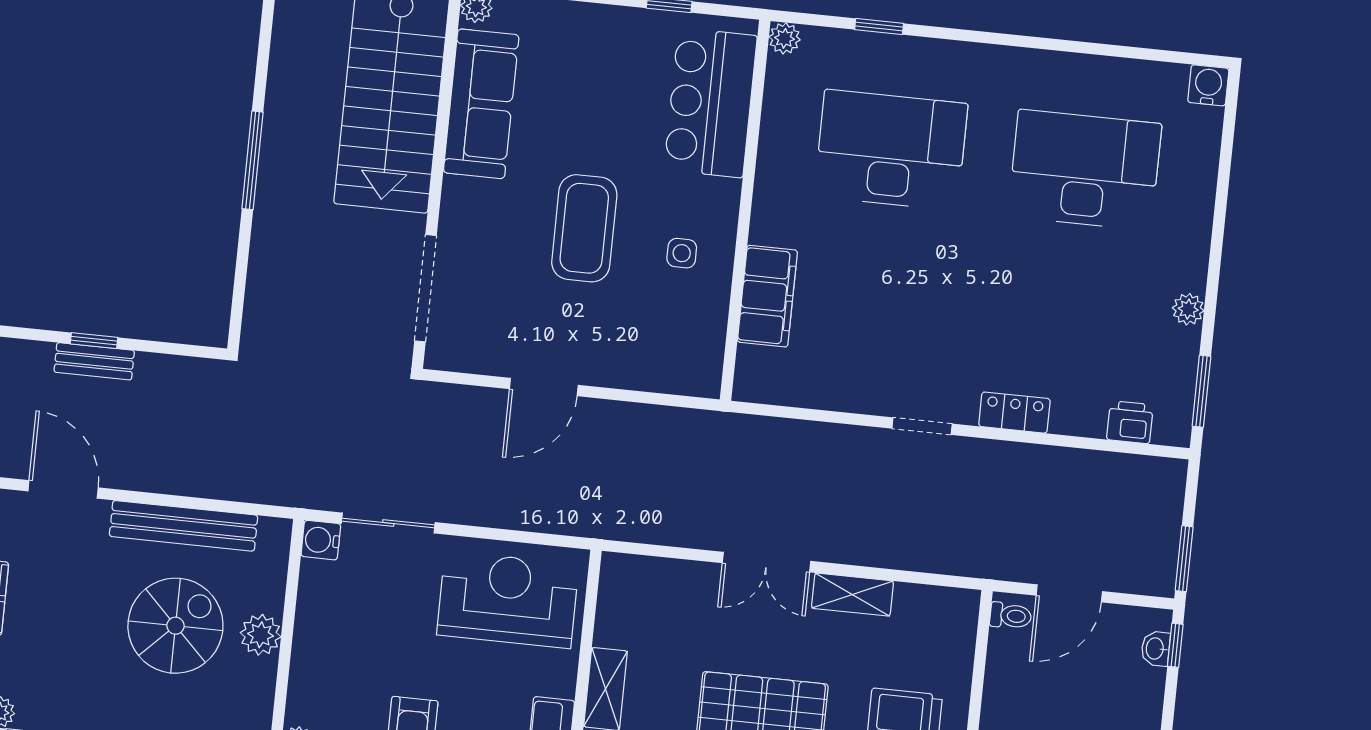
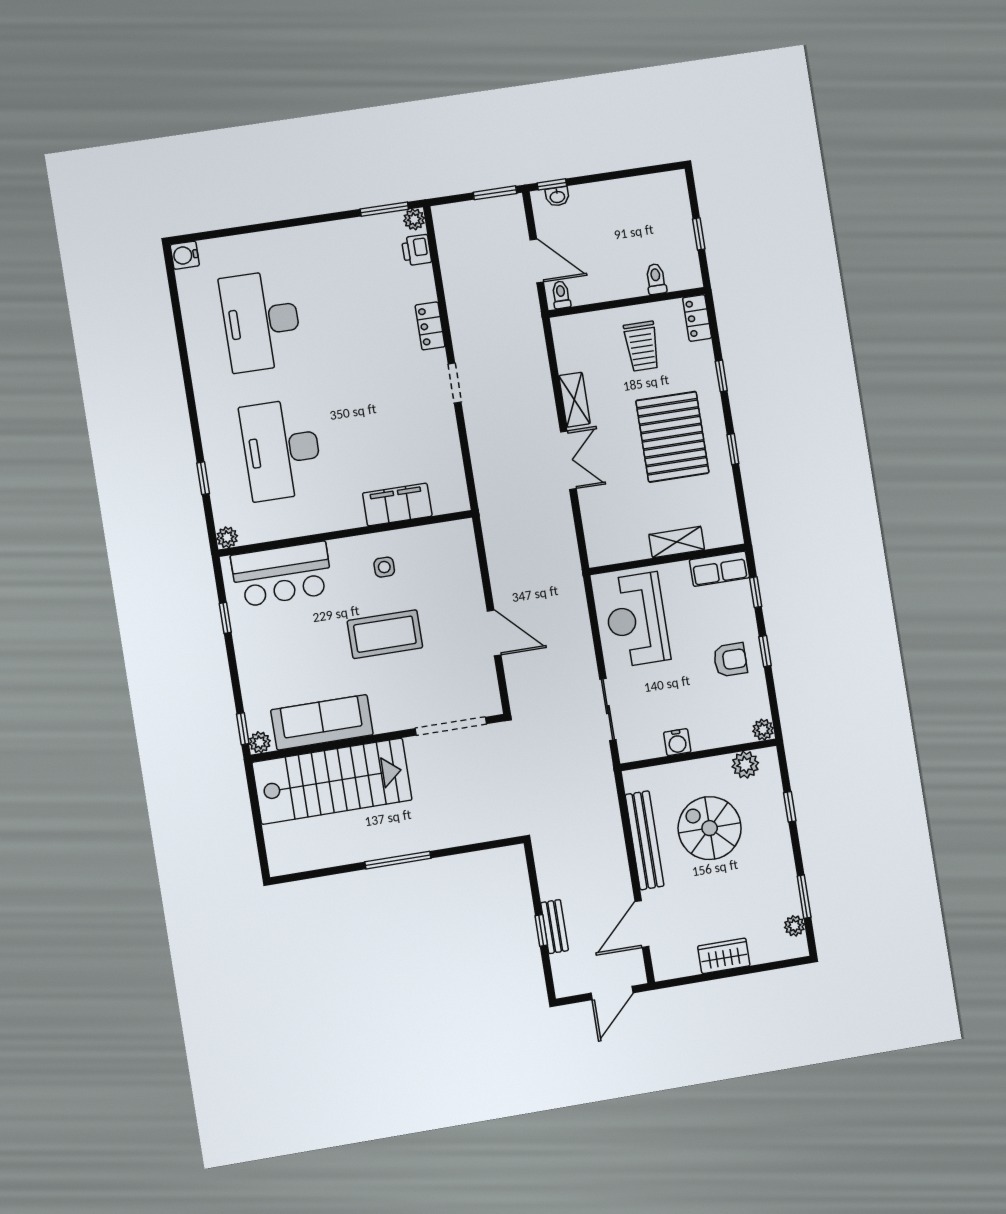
plant: (1188, 309) -> (414, 219), moved
water cooler: (321, 540) -> (677, 742), moved
plant: (261, 635) -> (745, 765), moved

